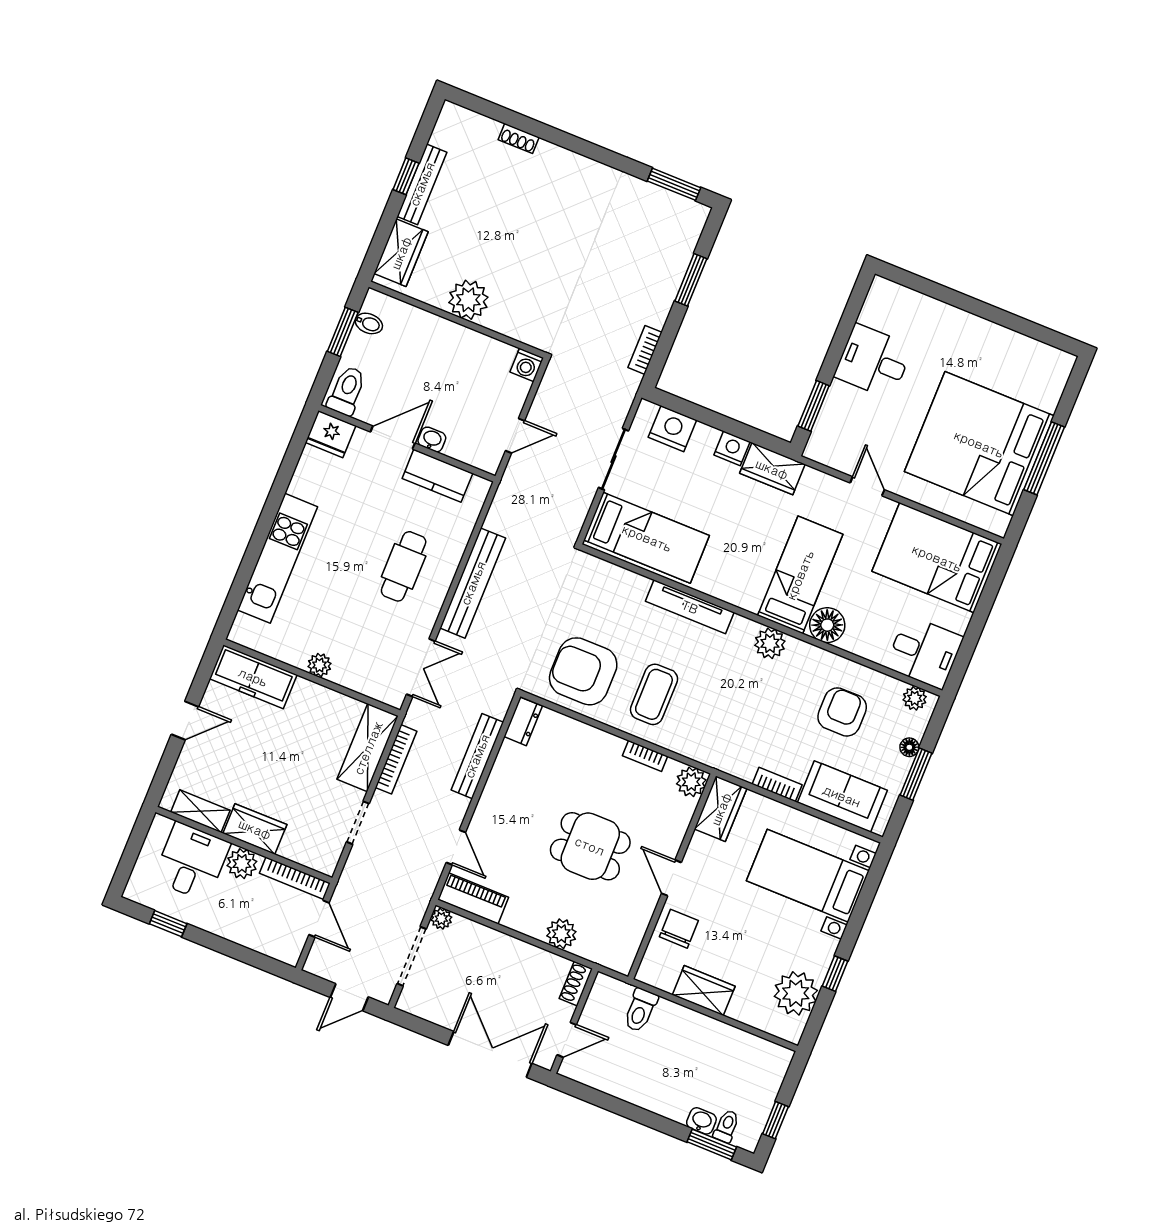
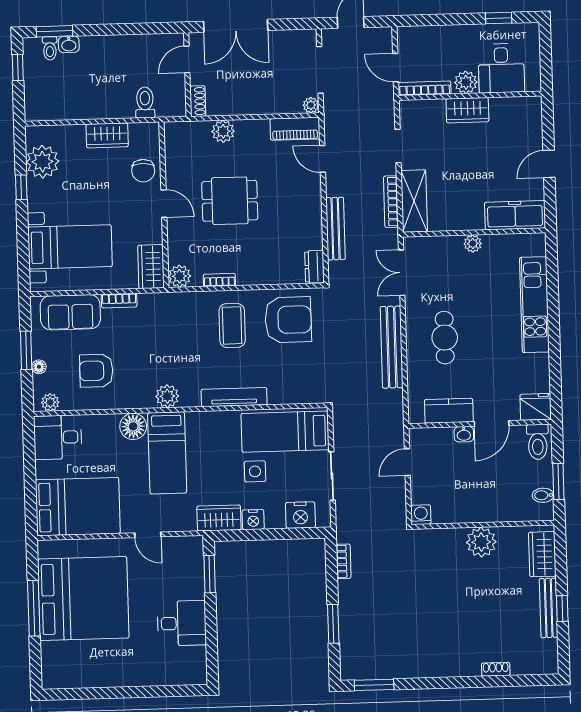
side table: (704, 506) -> (255, 471), added
armchair: (842, 712) -> (96, 371), turned 90
shelving: (200, 811) -> (511, 106), removed

